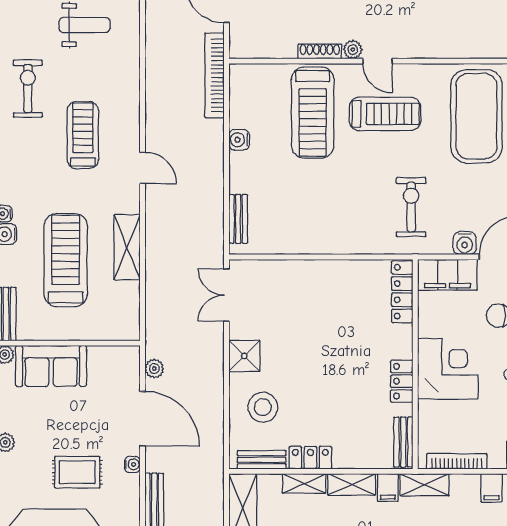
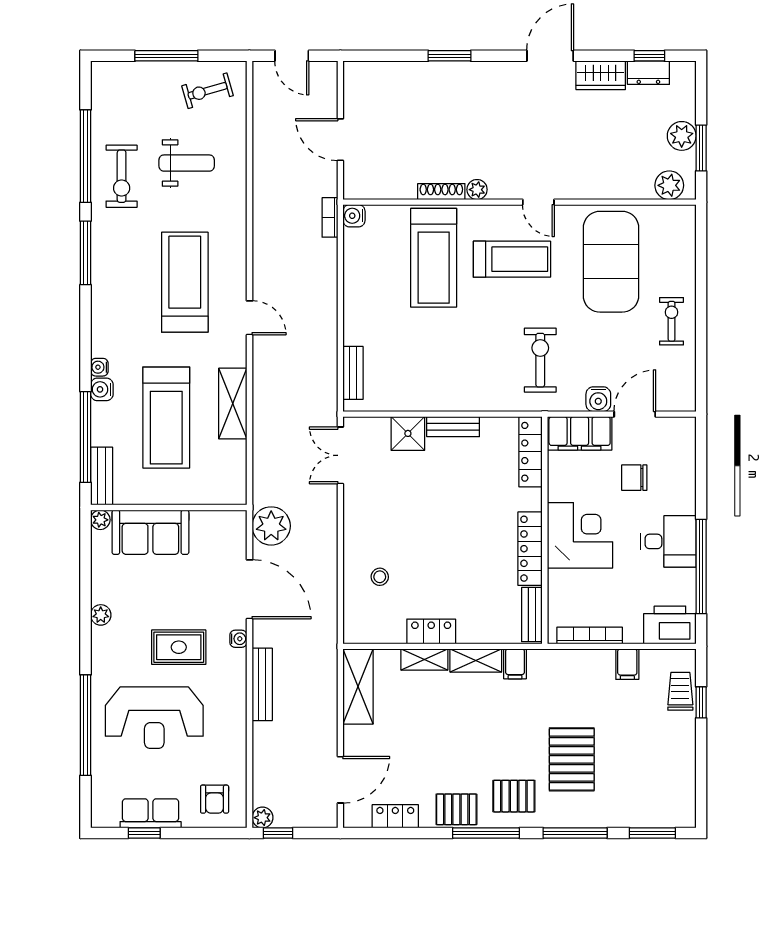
door: (378, 61) -> (538, 202), moved
bookcase: (215, 75) -> (330, 217), width x0.43, depth x0.76
exercise bike: (28, 89) -> (122, 176), moved, turned 180
treadmill: (83, 135) -> (185, 282), width x1.37, depth x1.38
water cooler: (239, 140) -> (354, 216), moved
treadmill: (66, 260) -> (166, 418), turned 180
shower: (244, 356) -> (408, 433), moved
plant: (154, 368) -> (271, 526), width x1.87, depth x1.87
locker: (402, 381) -> (530, 549), width x1.53
stool: (263, 407) -> (380, 577), width x0.53, depth x0.53
bench: (262, 460) -> (453, 427), moved
shelving: (425, 485) -> (555, 661), removed

